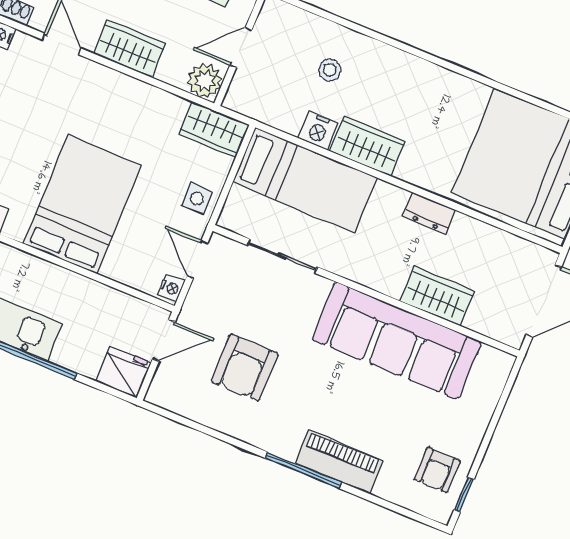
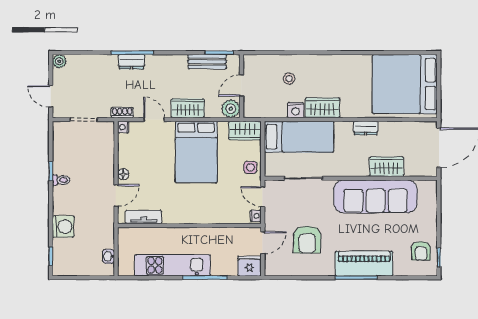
bed: (82, 204) -> (196, 152), moved, turned 180
piano: (339, 462) -> (364, 264), width x1.37, depth x1.33

